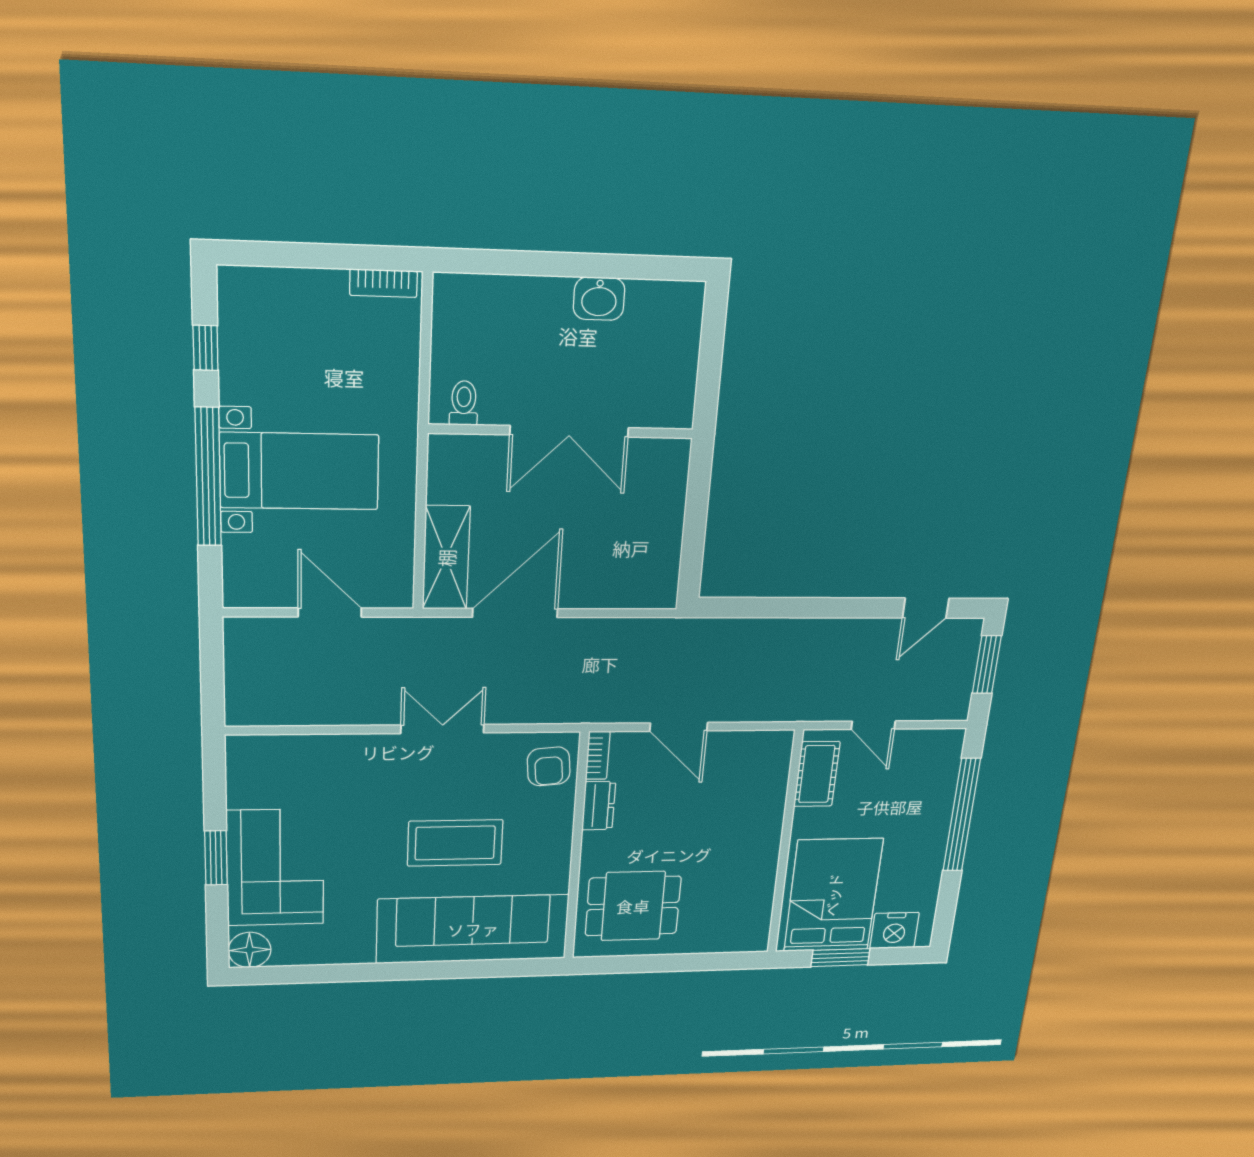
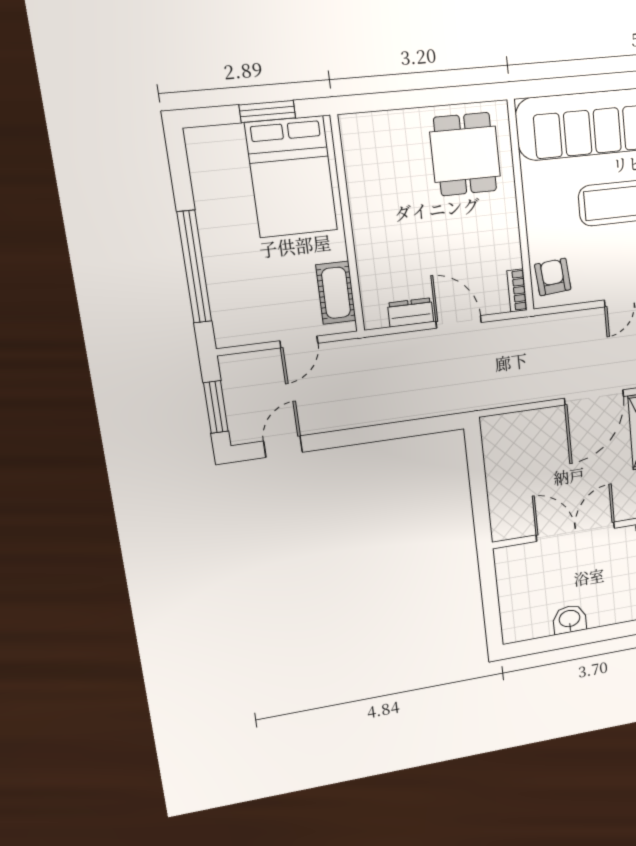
door: (873, 725) -> (299, 342), swing flipped
dresser: (599, 806) -> (411, 312), moved, turned 90
dining table: (633, 906) -> (465, 154), turned 90
nightstand: (894, 931) -> (223, 144), removed

